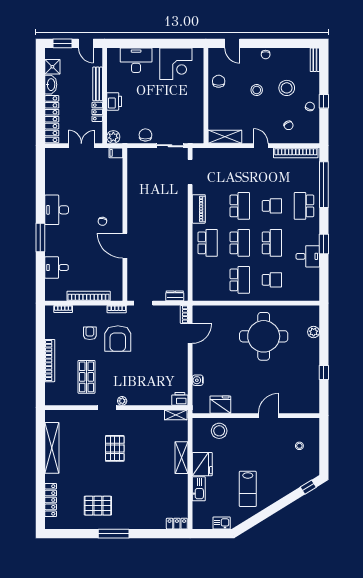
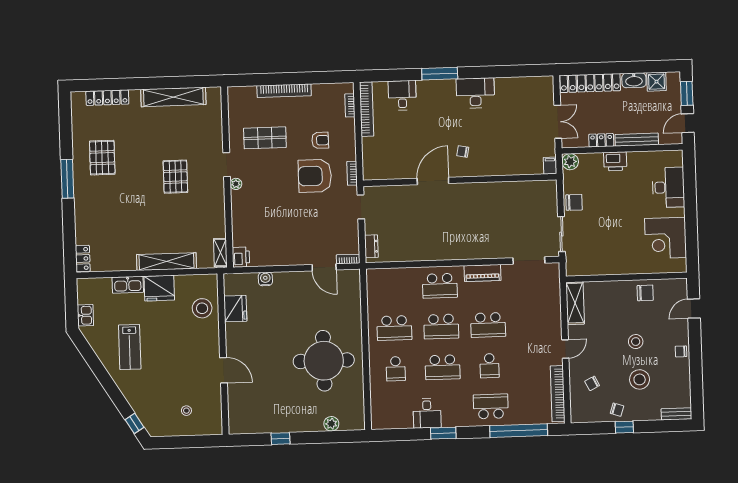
bookcase: (89, 296) -> (367, 109), moved
pallet: (115, 448) -> (175, 177), turned 90
shelving: (181, 458) -> (167, 262), width x1.47
lab bench: (248, 489) -> (130, 347), turned -90

